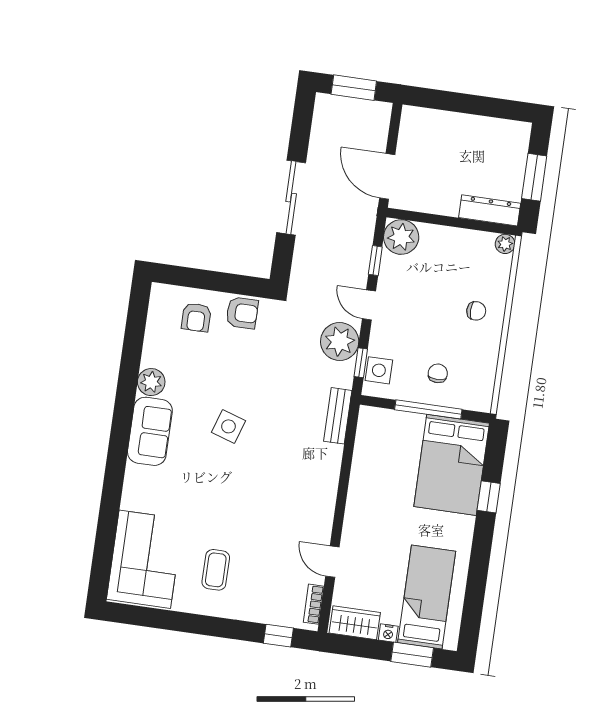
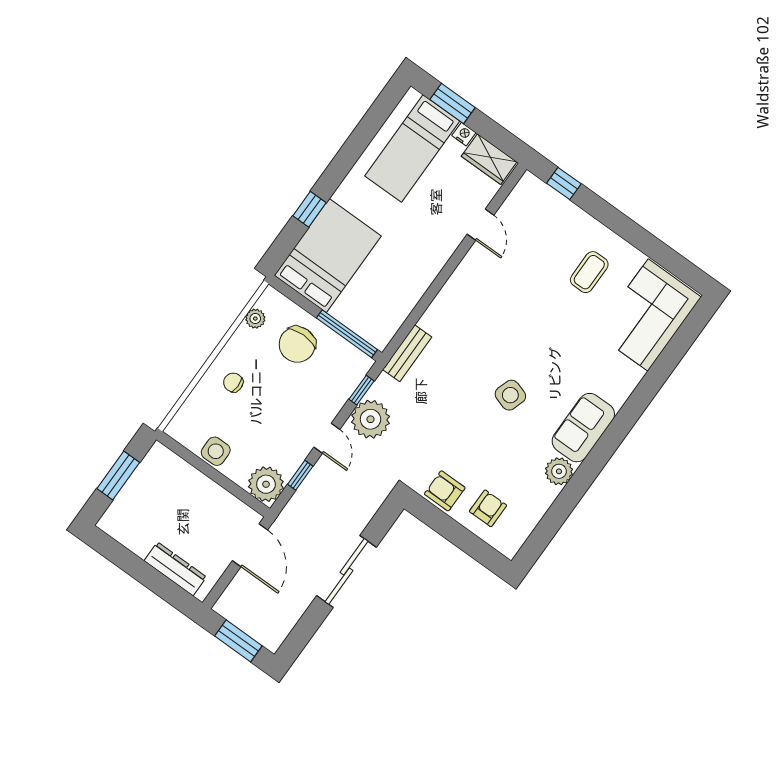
dresser: (490, 210) -> (175, 569), moved, turned 180
plant: (505, 244) -> (255, 319), moved
side table: (379, 370) -> (216, 451), moved
chair: (438, 373) -> (297, 344), width x1.87, depth x1.87
window: (428, 409) -> (347, 334), moved
bookcase: (314, 604) -> (517, 195), removed

